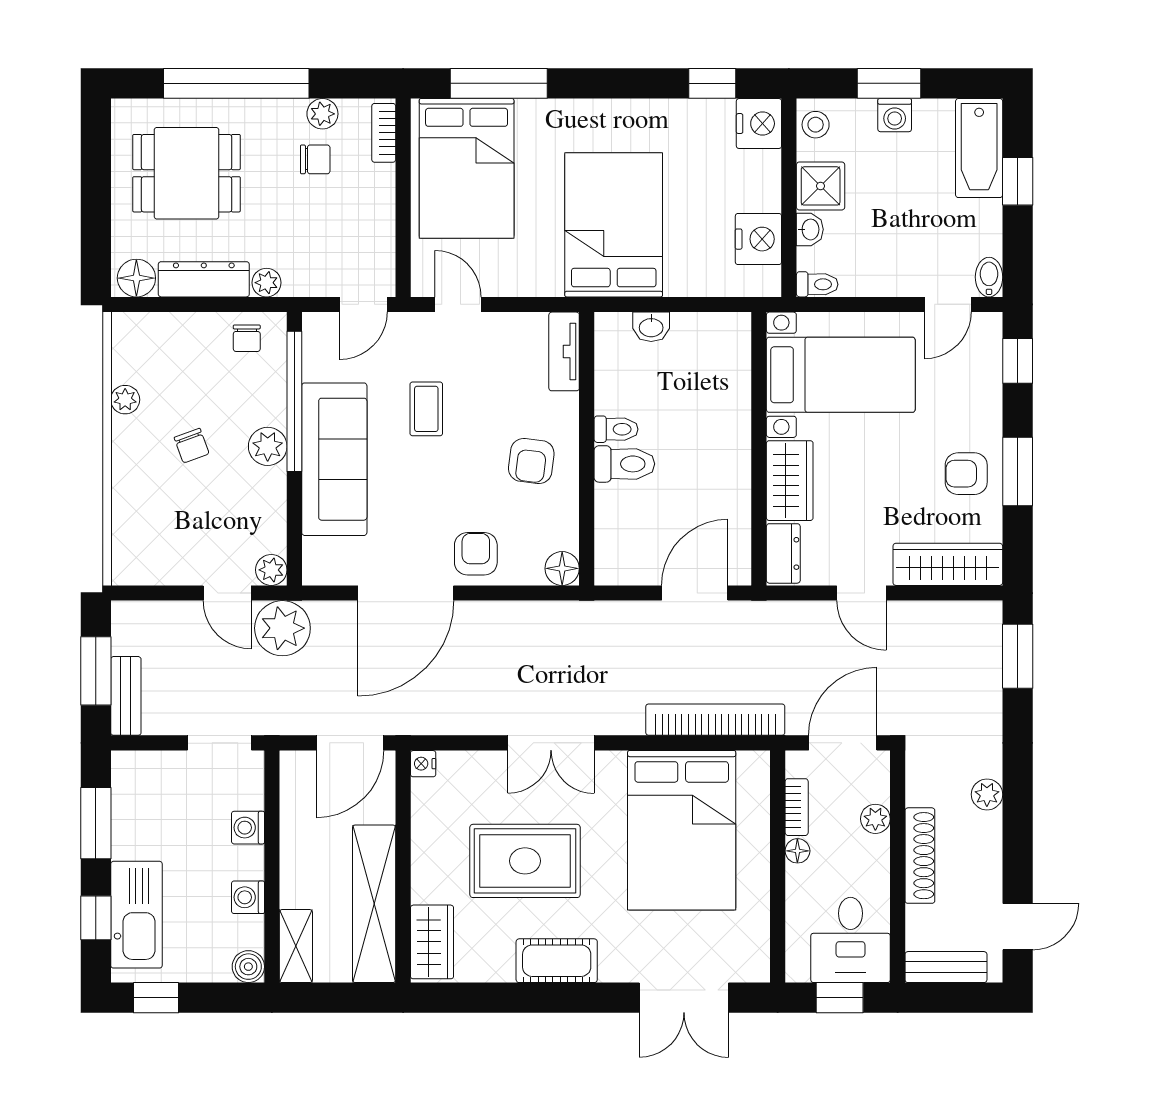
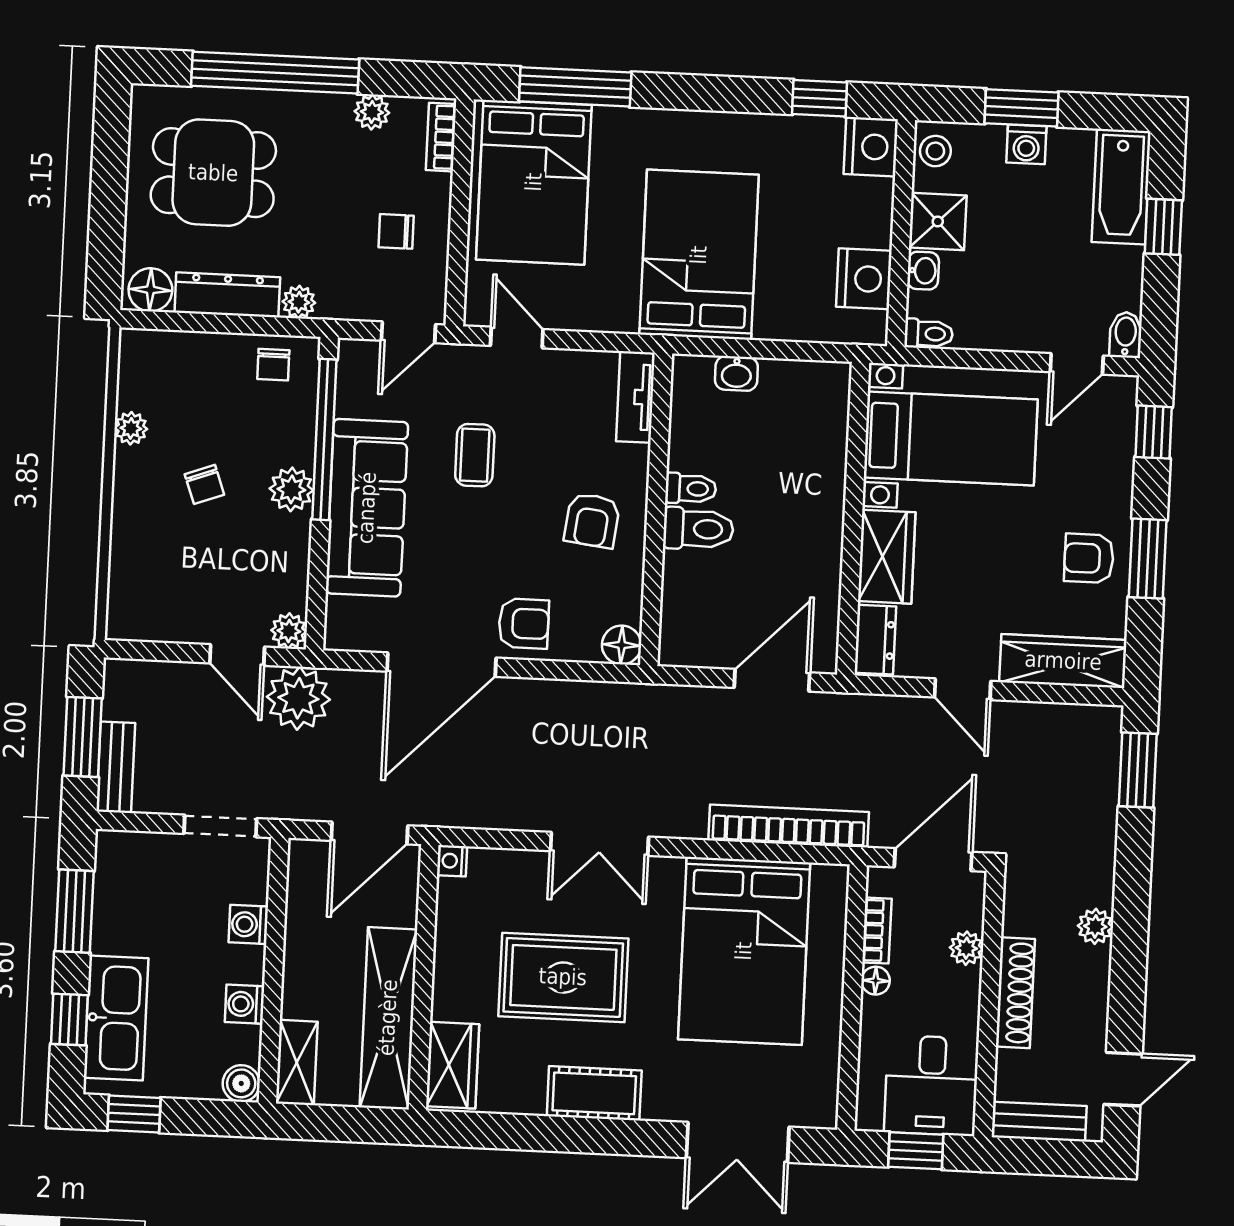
chair: (315, 159) -> (396, 231), moved, turned 180
armchair: (476, 554) -> (524, 624), turned 90

